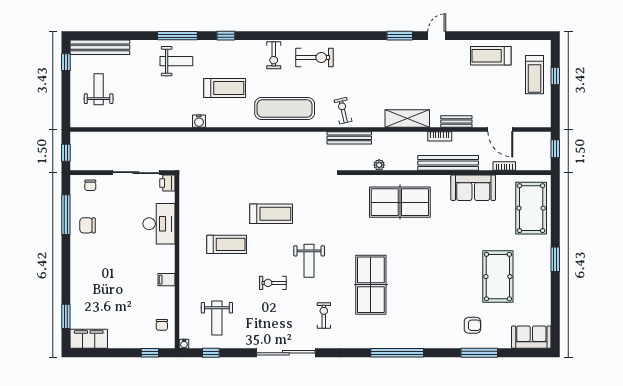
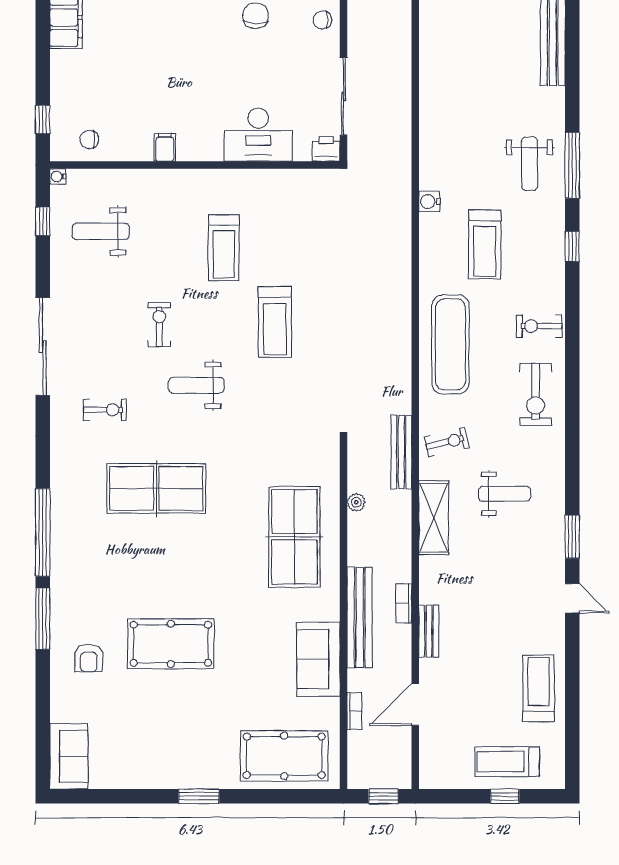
weight bench: (99, 89) -> (505, 494), moved
shelving: (407, 119) -> (434, 518), moved
pool table: (498, 277) -> (171, 644), moved
window: (479, 353) -> (43, 619), moved

